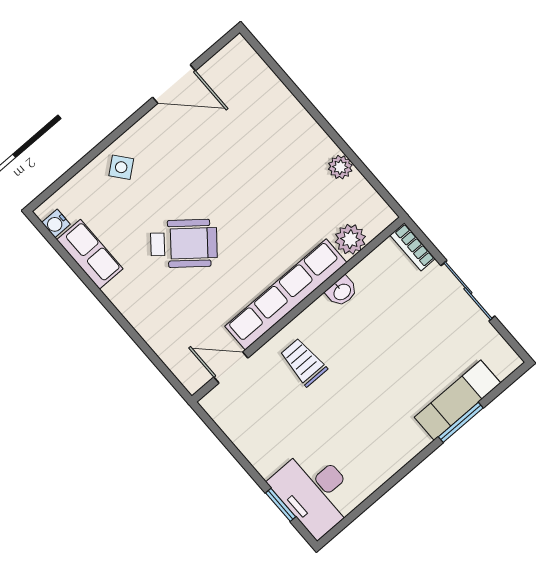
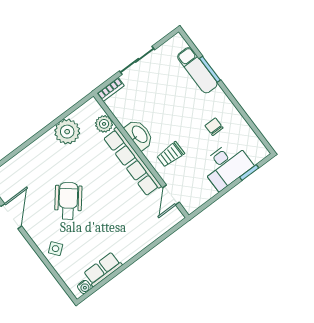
plant: (340, 167) -> (67, 132), width x1.87, depth x1.87
wheelchair: (184, 244) -> (68, 201), moved
washbasin: (342, 291) -> (139, 135), width x1.91, depth x1.45
chair: (358, 437) -> (214, 127), added
desk: (315, 491) -> (226, 165), moved

